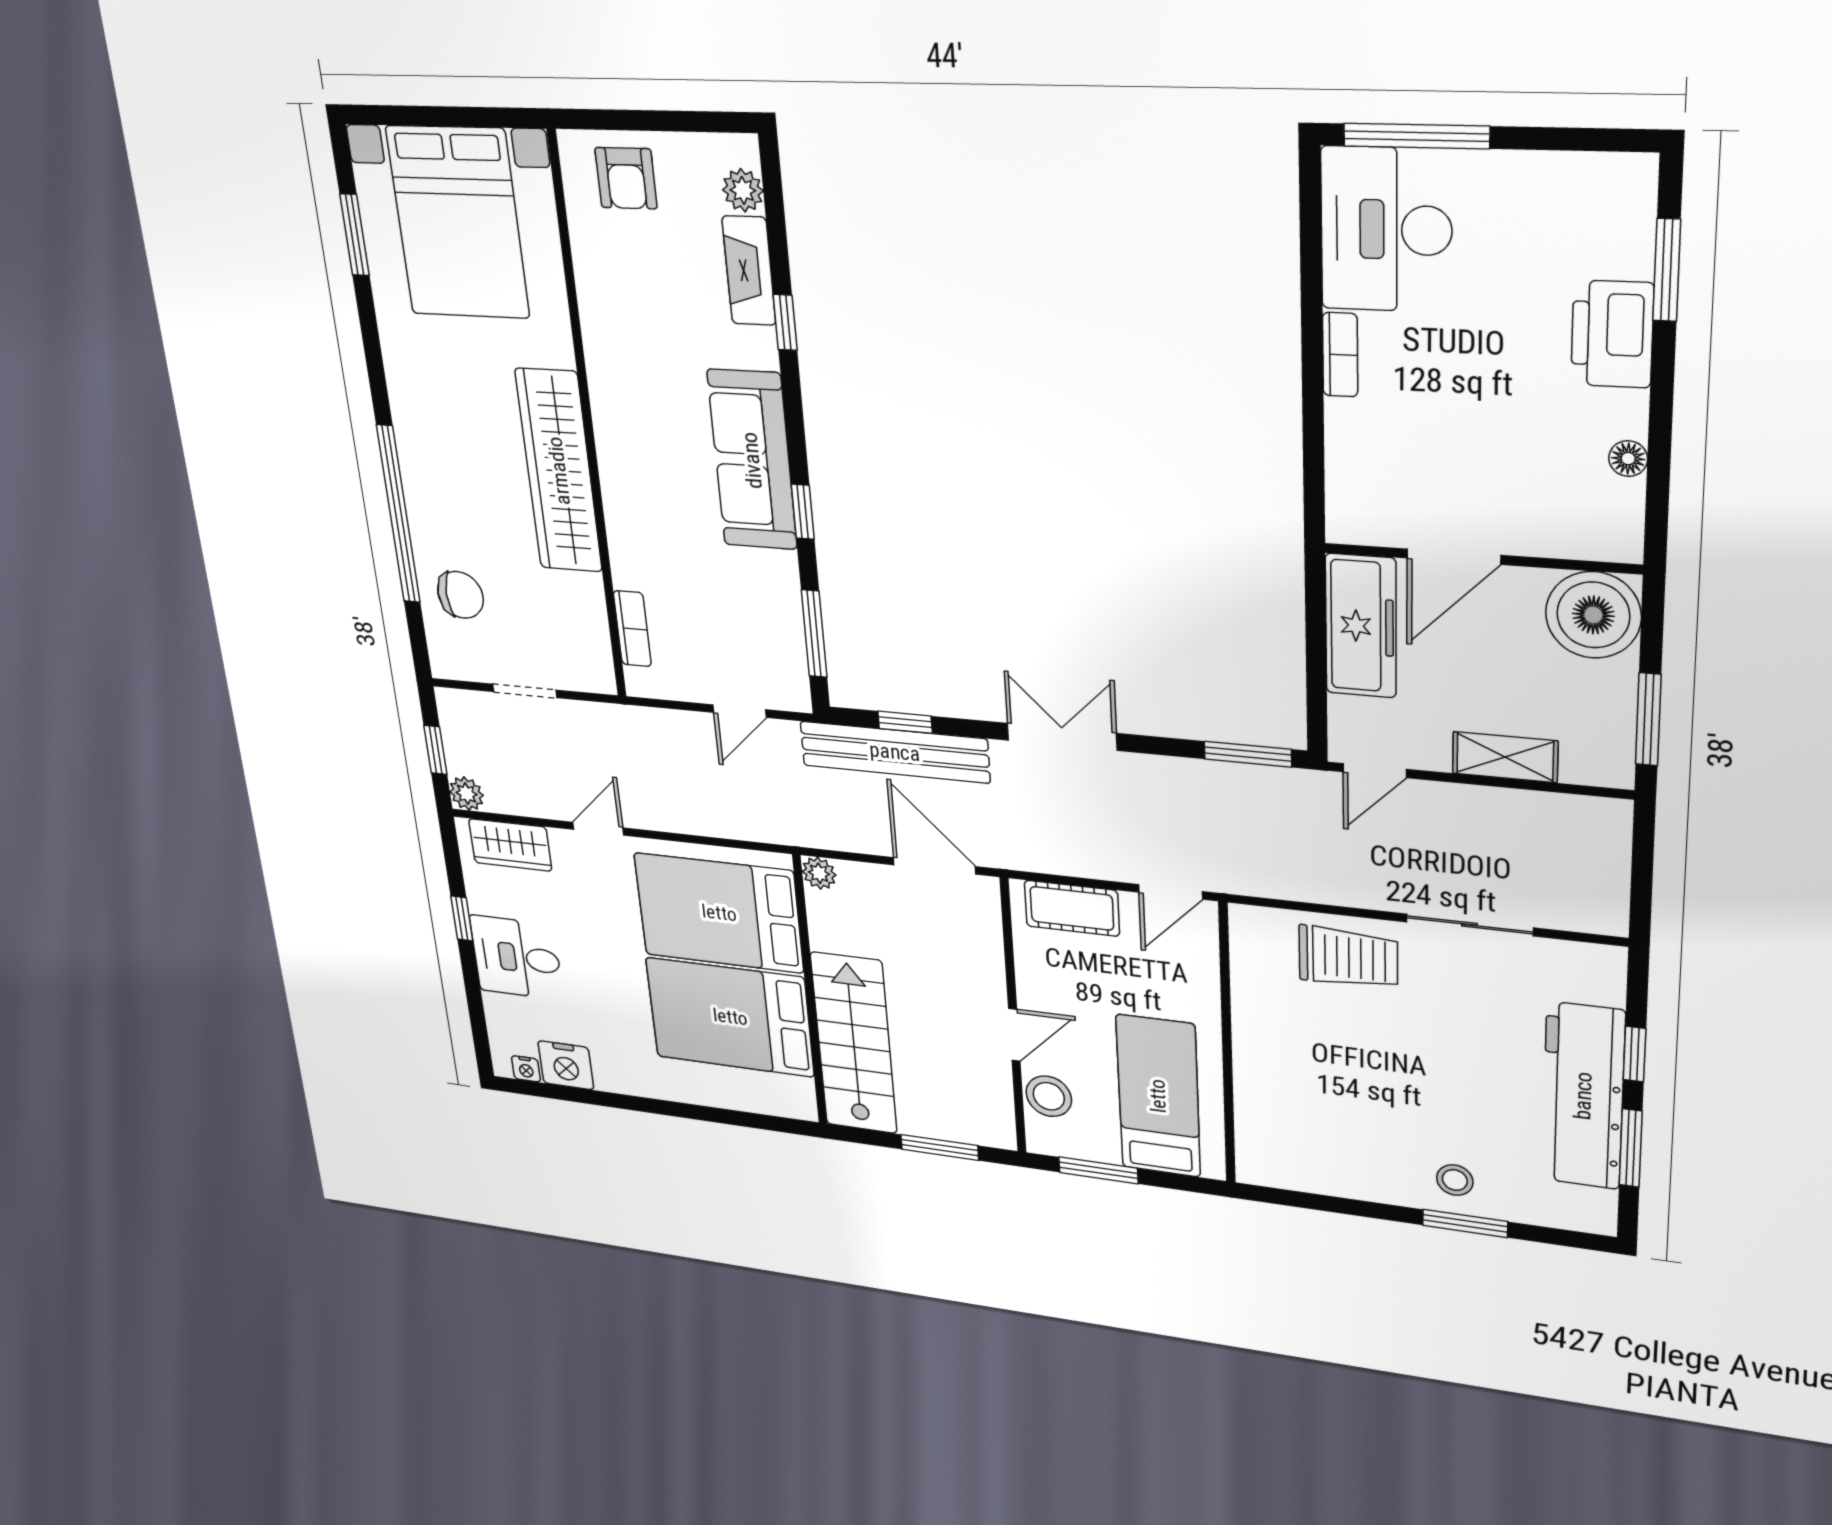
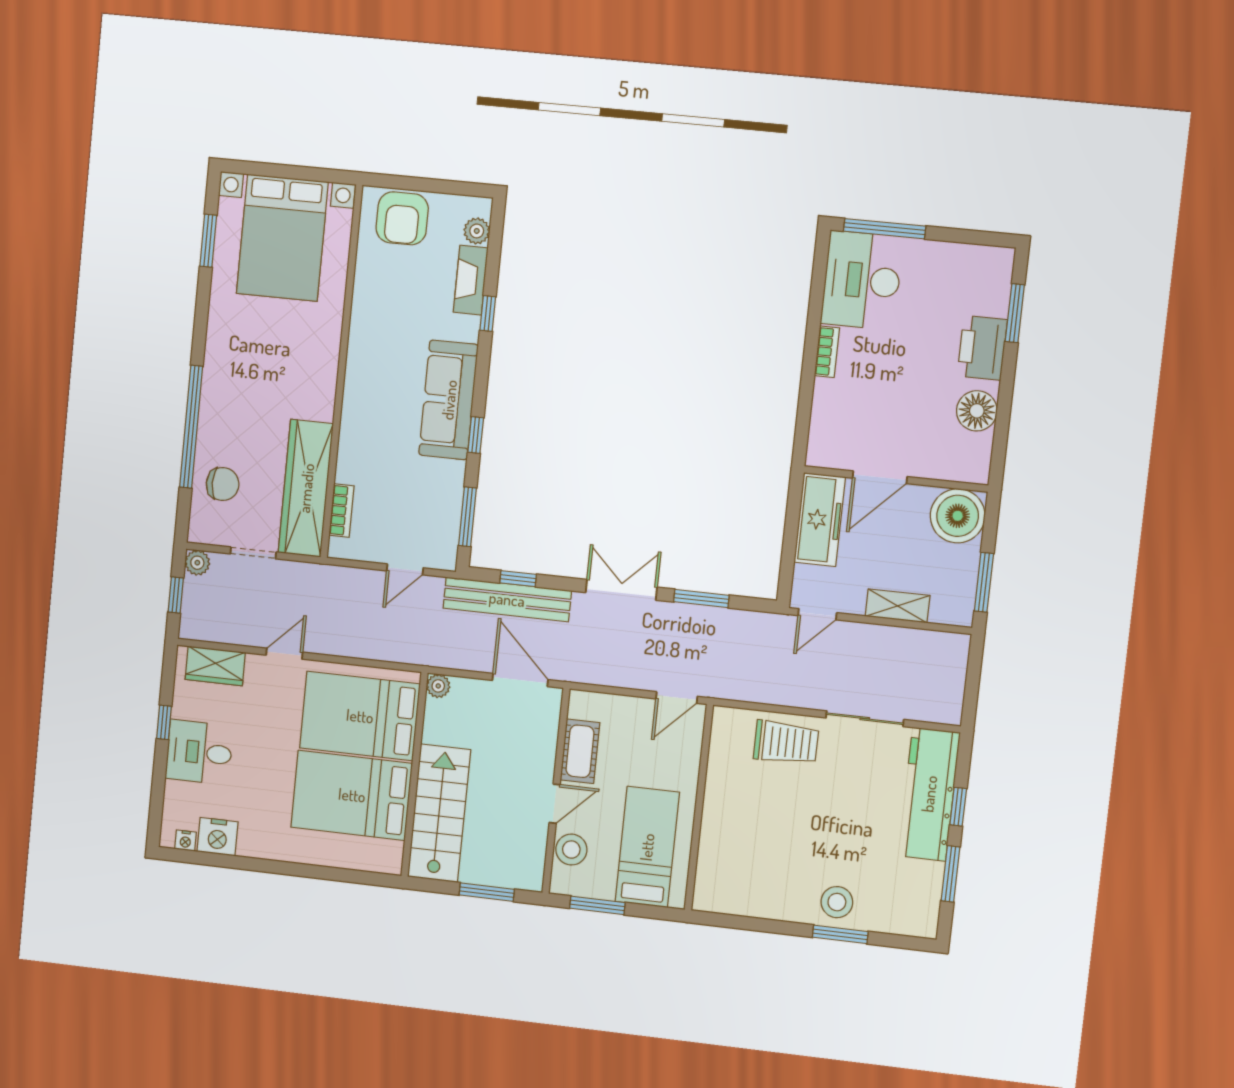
armchair: (626, 178) -> (402, 218), width x1.38, depth x1.38
floor lamp: (1628, 459) -> (977, 411), width x1.89, depth x1.89
wardrobe: (559, 471) -> (306, 488), moved
window: (1248, 754) -> (701, 599), moved
plant: (467, 794) -> (197, 563), moved
cot: (1072, 908) -> (580, 751), moved, turned 90
workbench: (1583, 1096) -> (929, 794), moved
stool: (1455, 1180) -> (837, 902), width x1.37, depth x1.37

